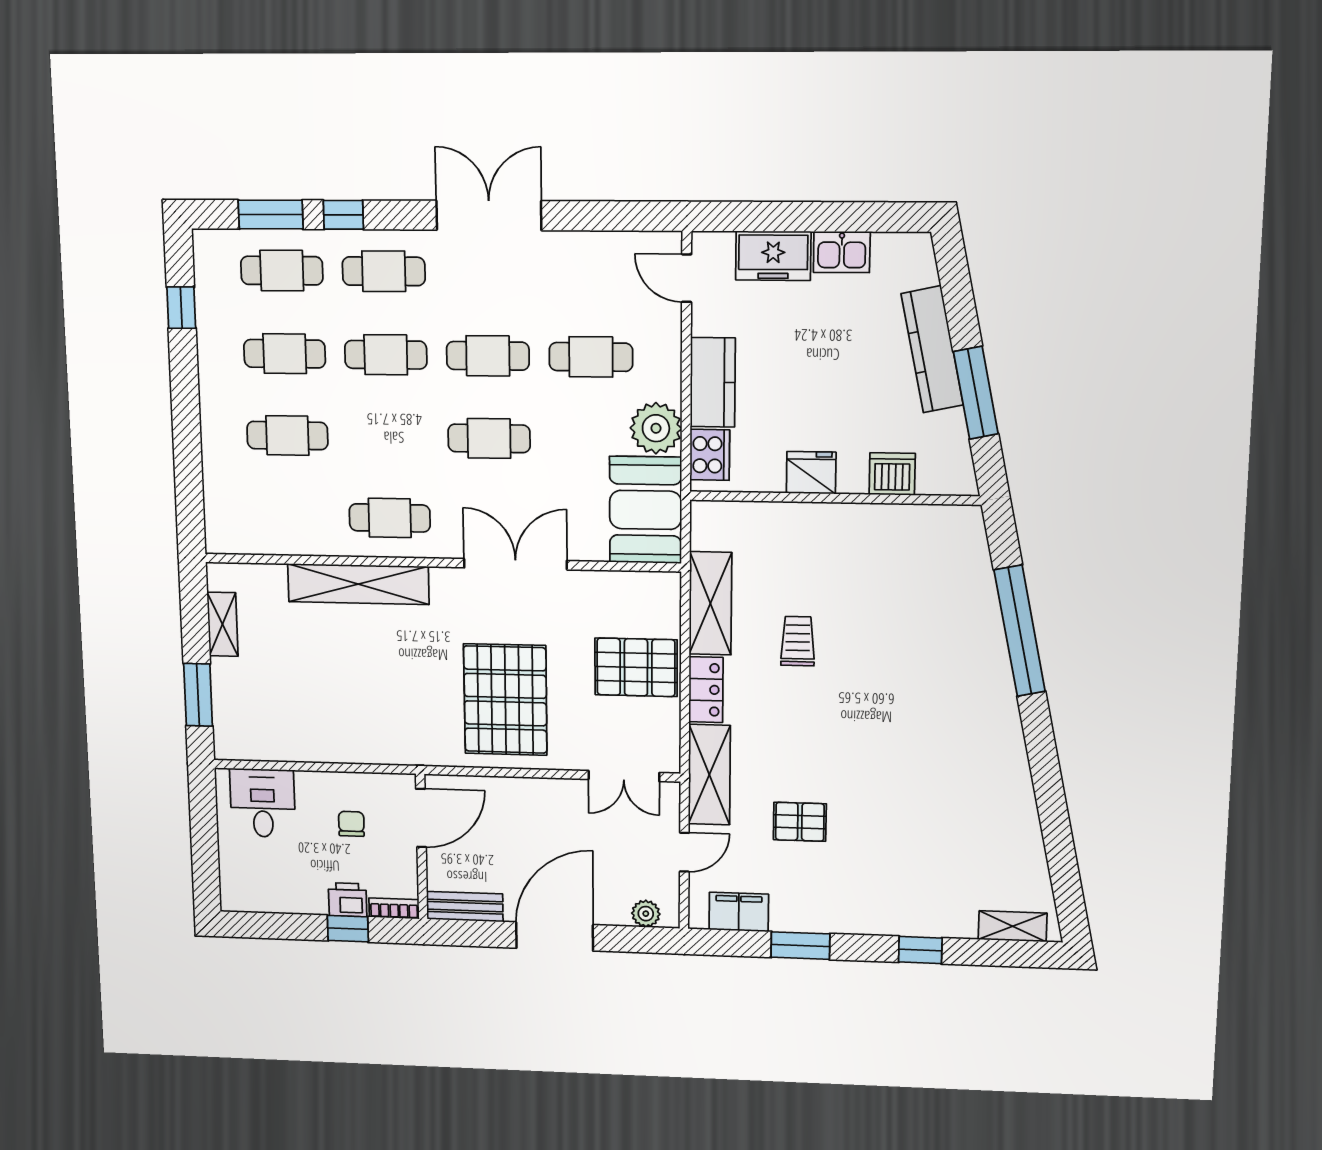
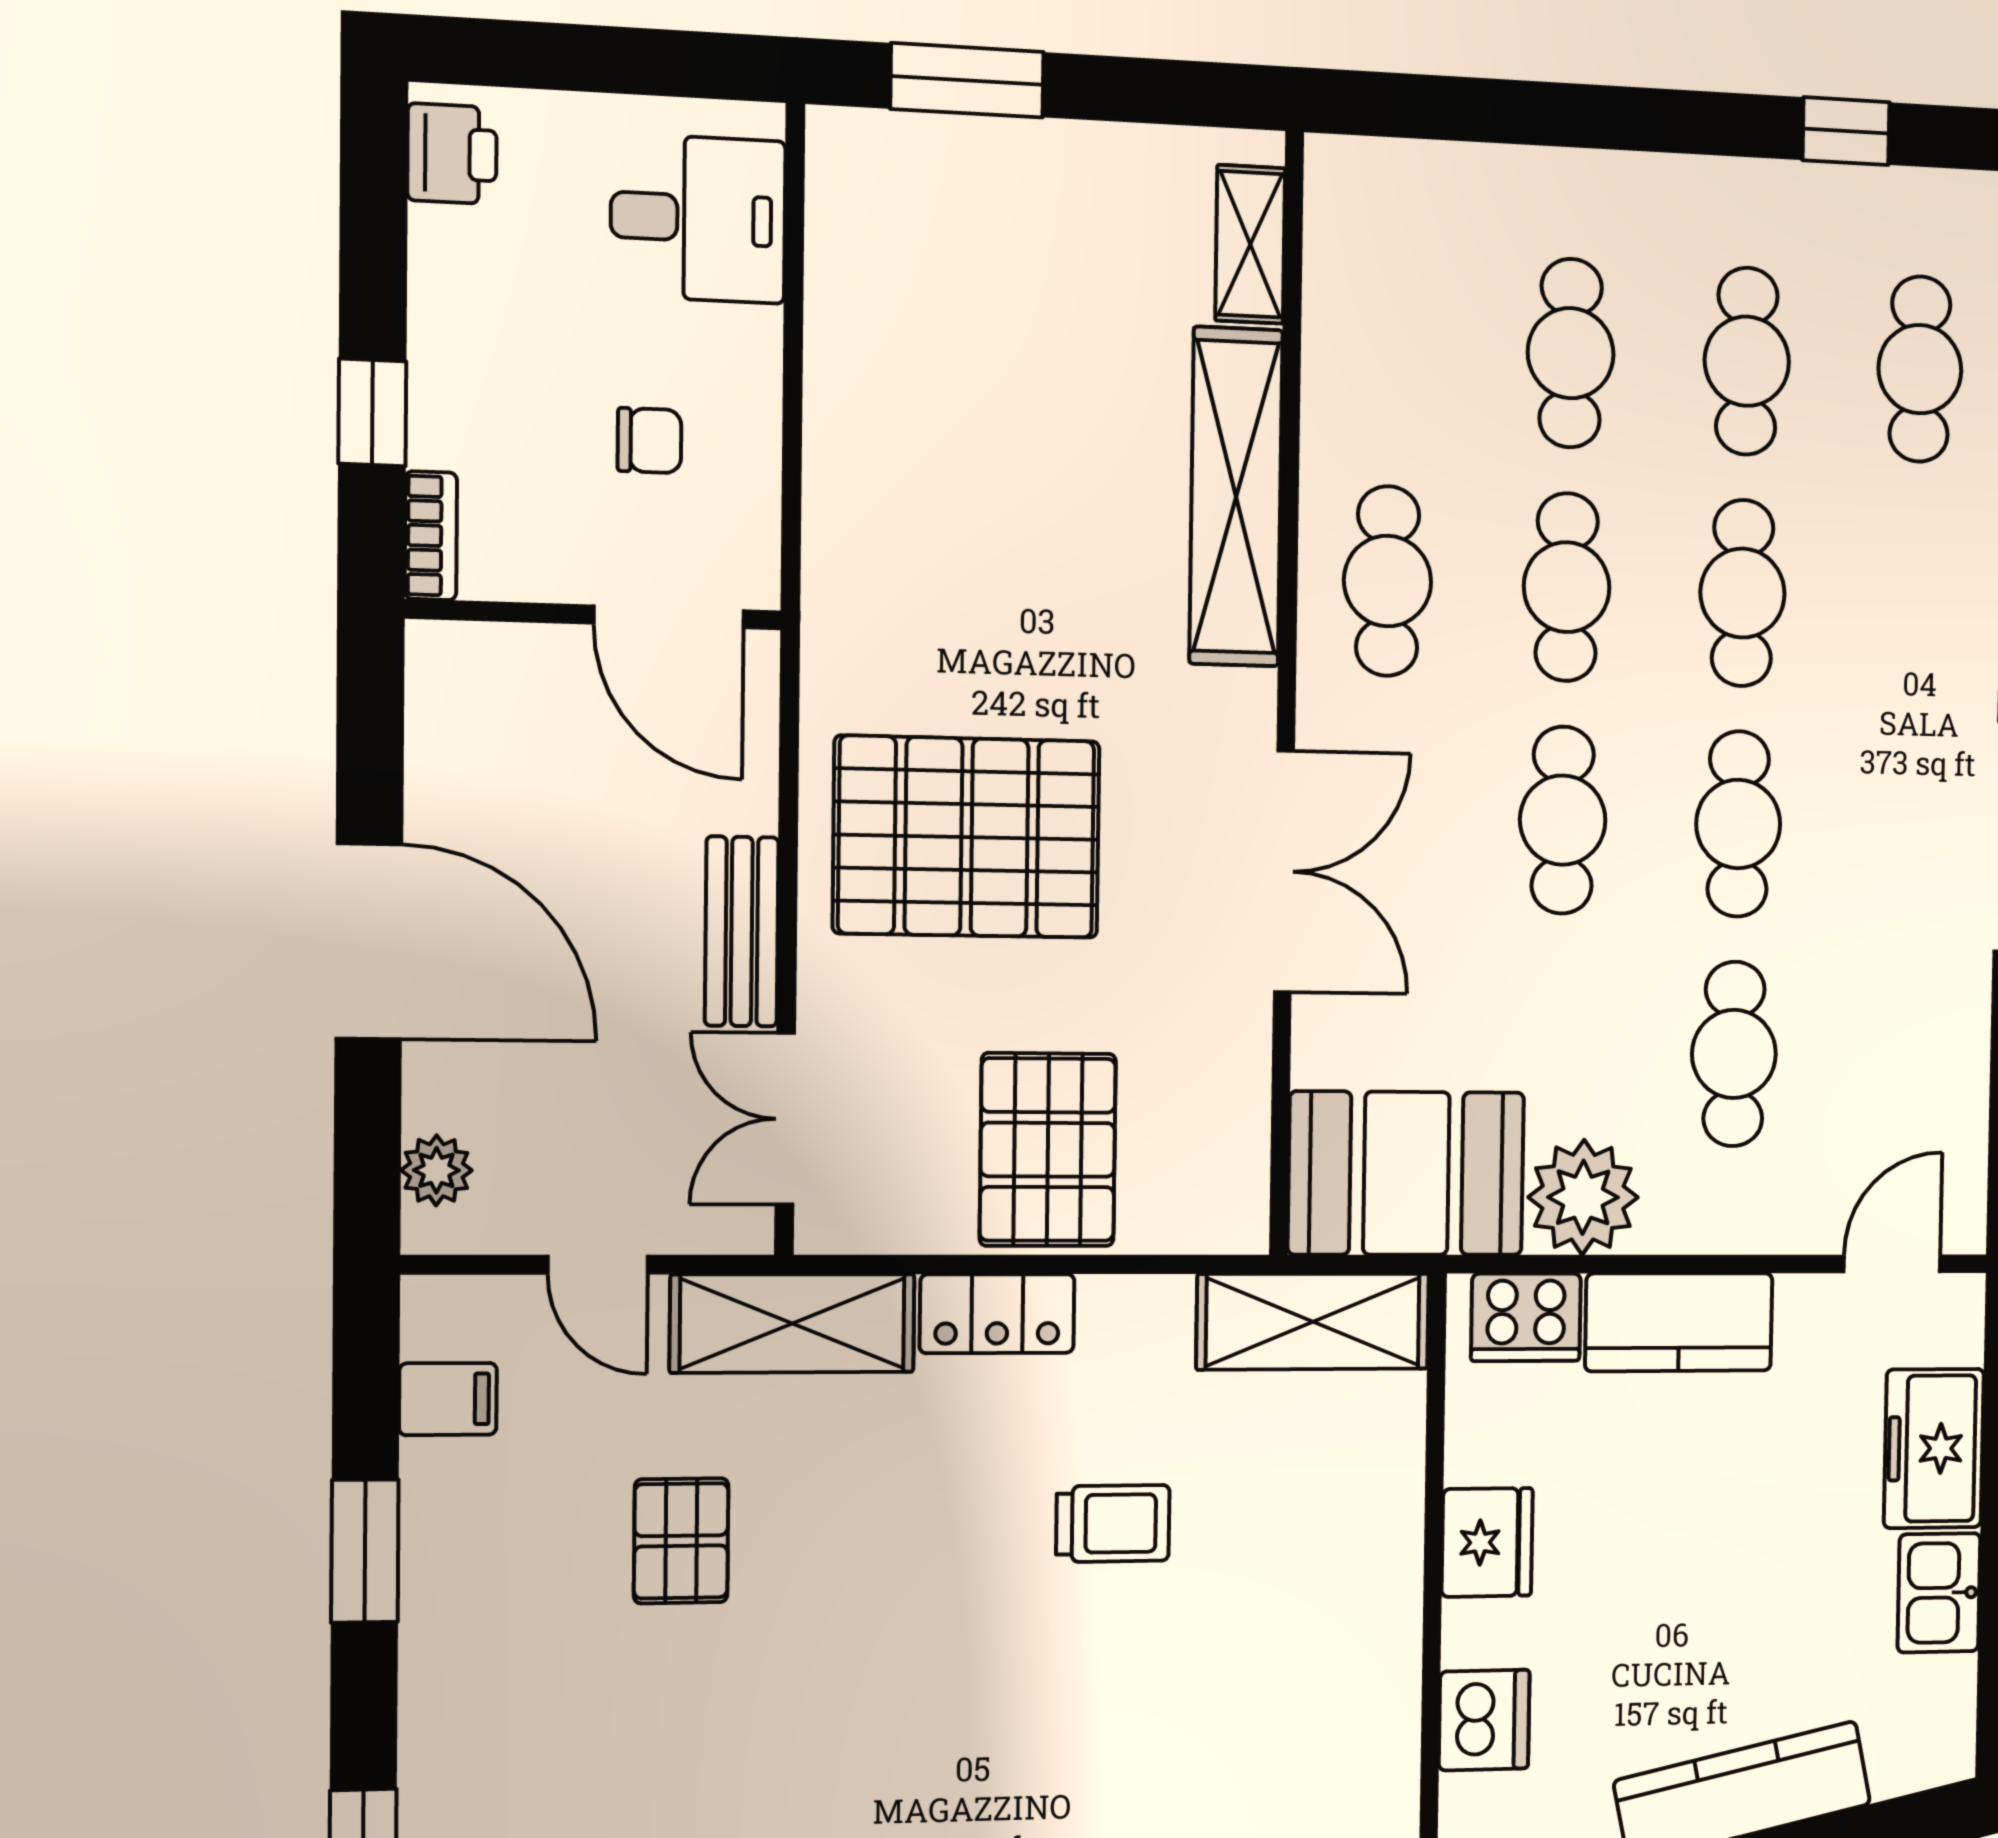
cafe table: (384, 271) -> (1567, 587), moved
shelving: (710, 603) -> (1313, 1322), moved
shelving: (222, 624) -> (1250, 244), moved, turned 90
printer: (348, 900) -> (452, 154), moved
bench: (465, 907) -> (742, 931), moved
filing cabinet: (739, 912) -> (448, 1399), width x0.50

